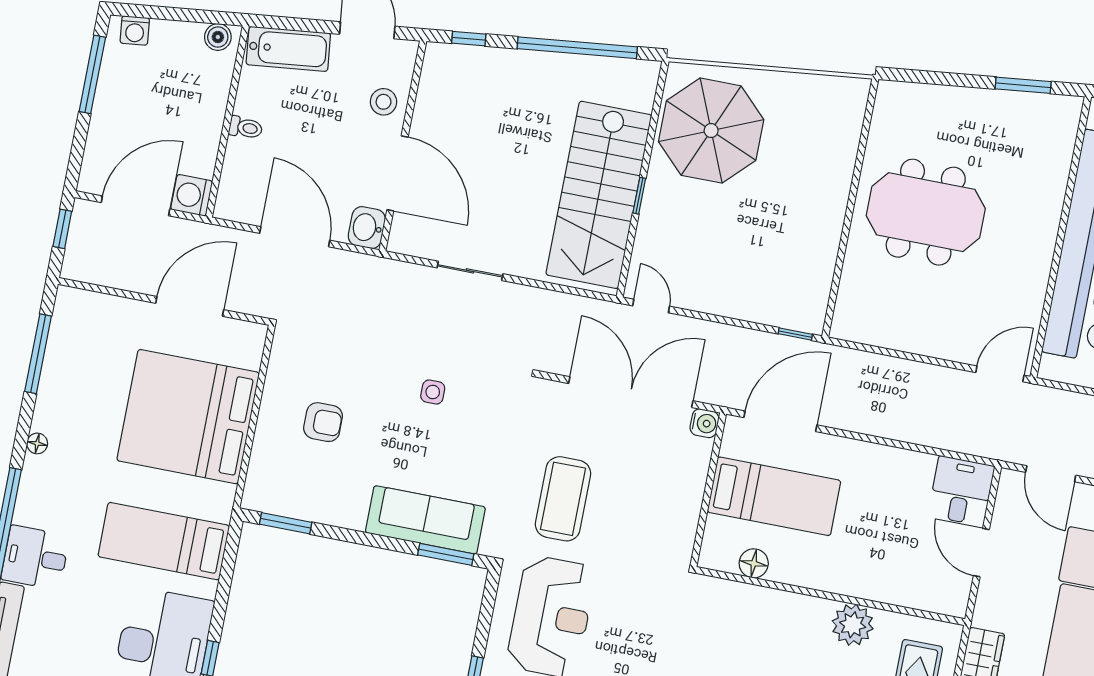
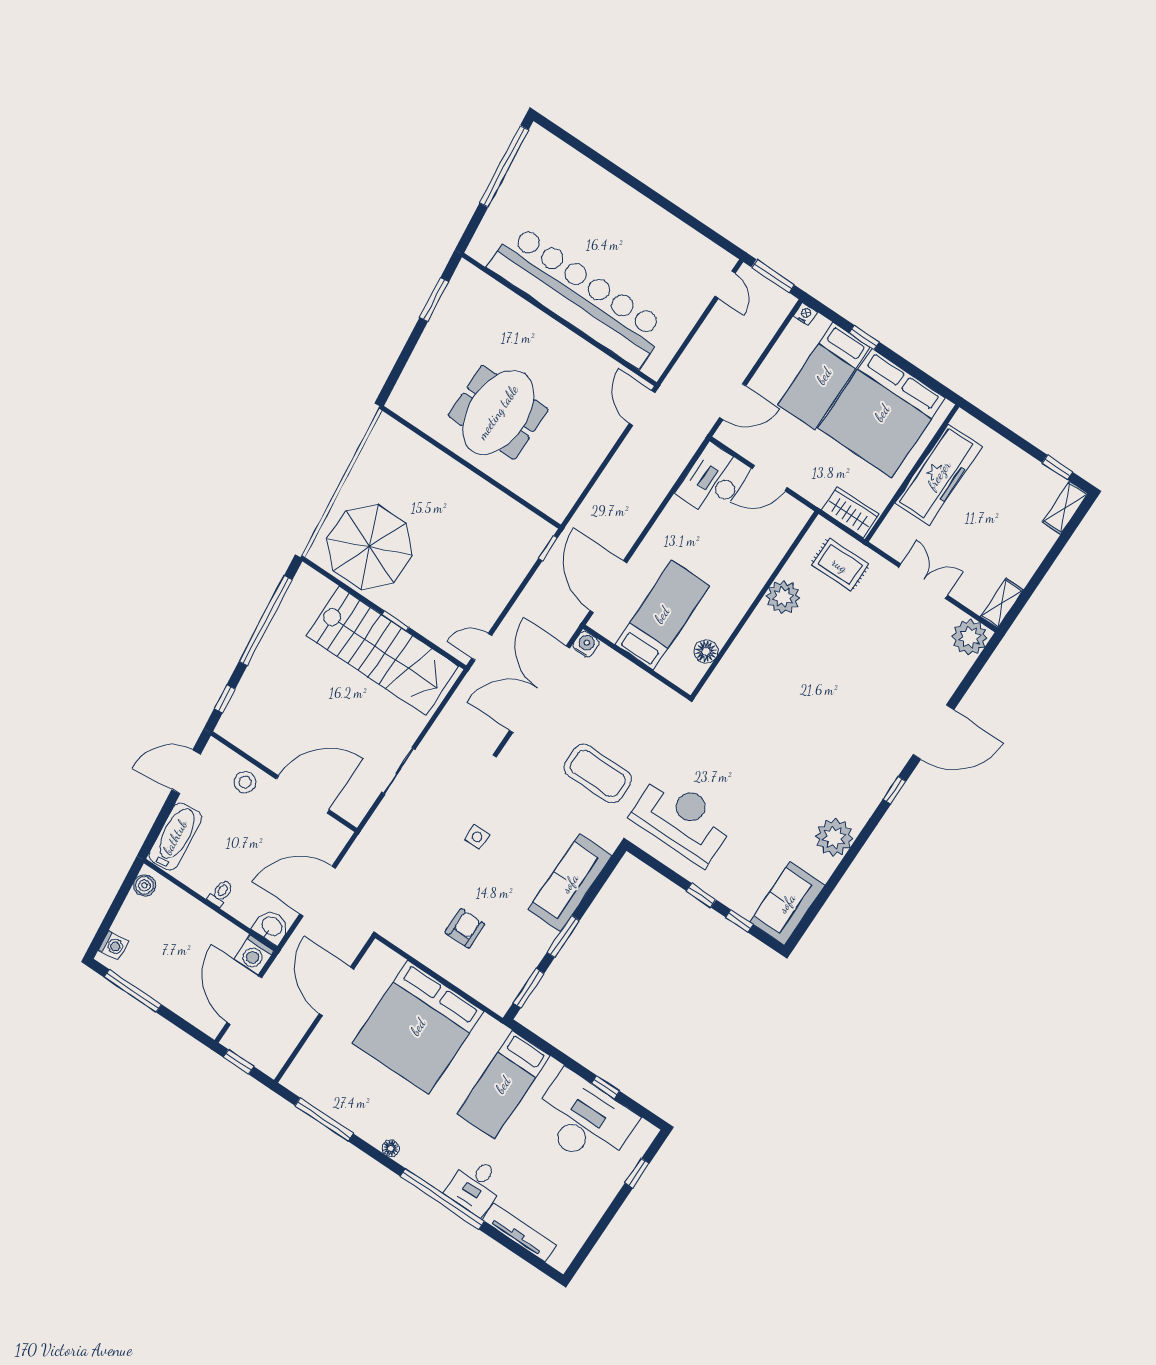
washbasin: (367, 228) -> (271, 927), moved, turned 180
desk: (961, 491) -> (712, 481), width x1.37
window: (446, 554) -> (563, 937), moved

